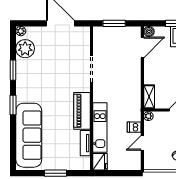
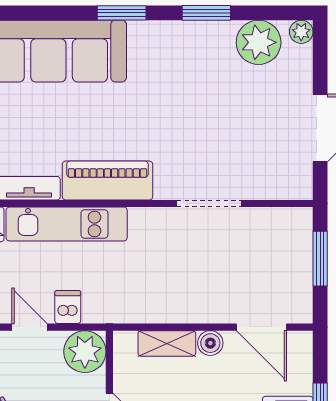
boiler: (149, 31) -> (210, 343), moved
shelving: (149, 97) -> (167, 343), moved
plant: (148, 116) -> (85, 352), width x1.88, depth x1.88

